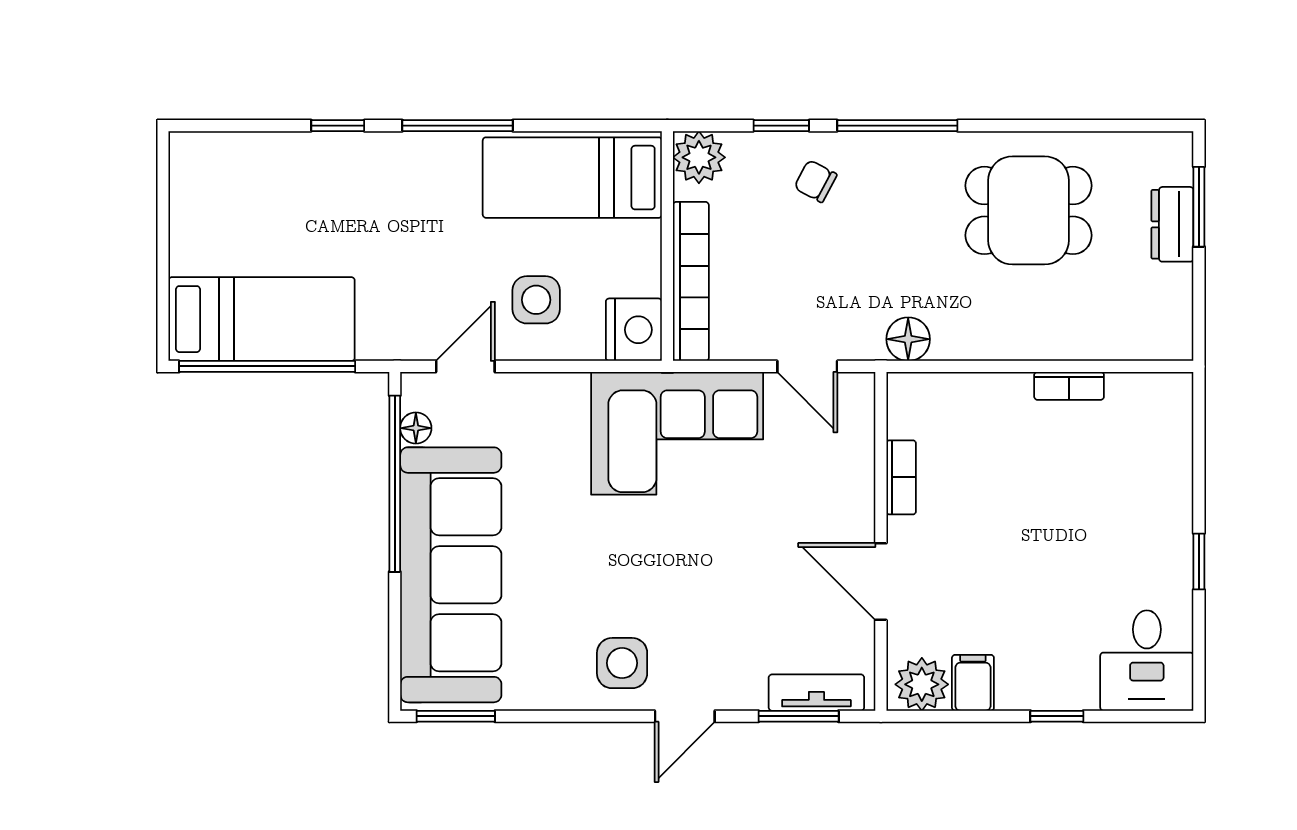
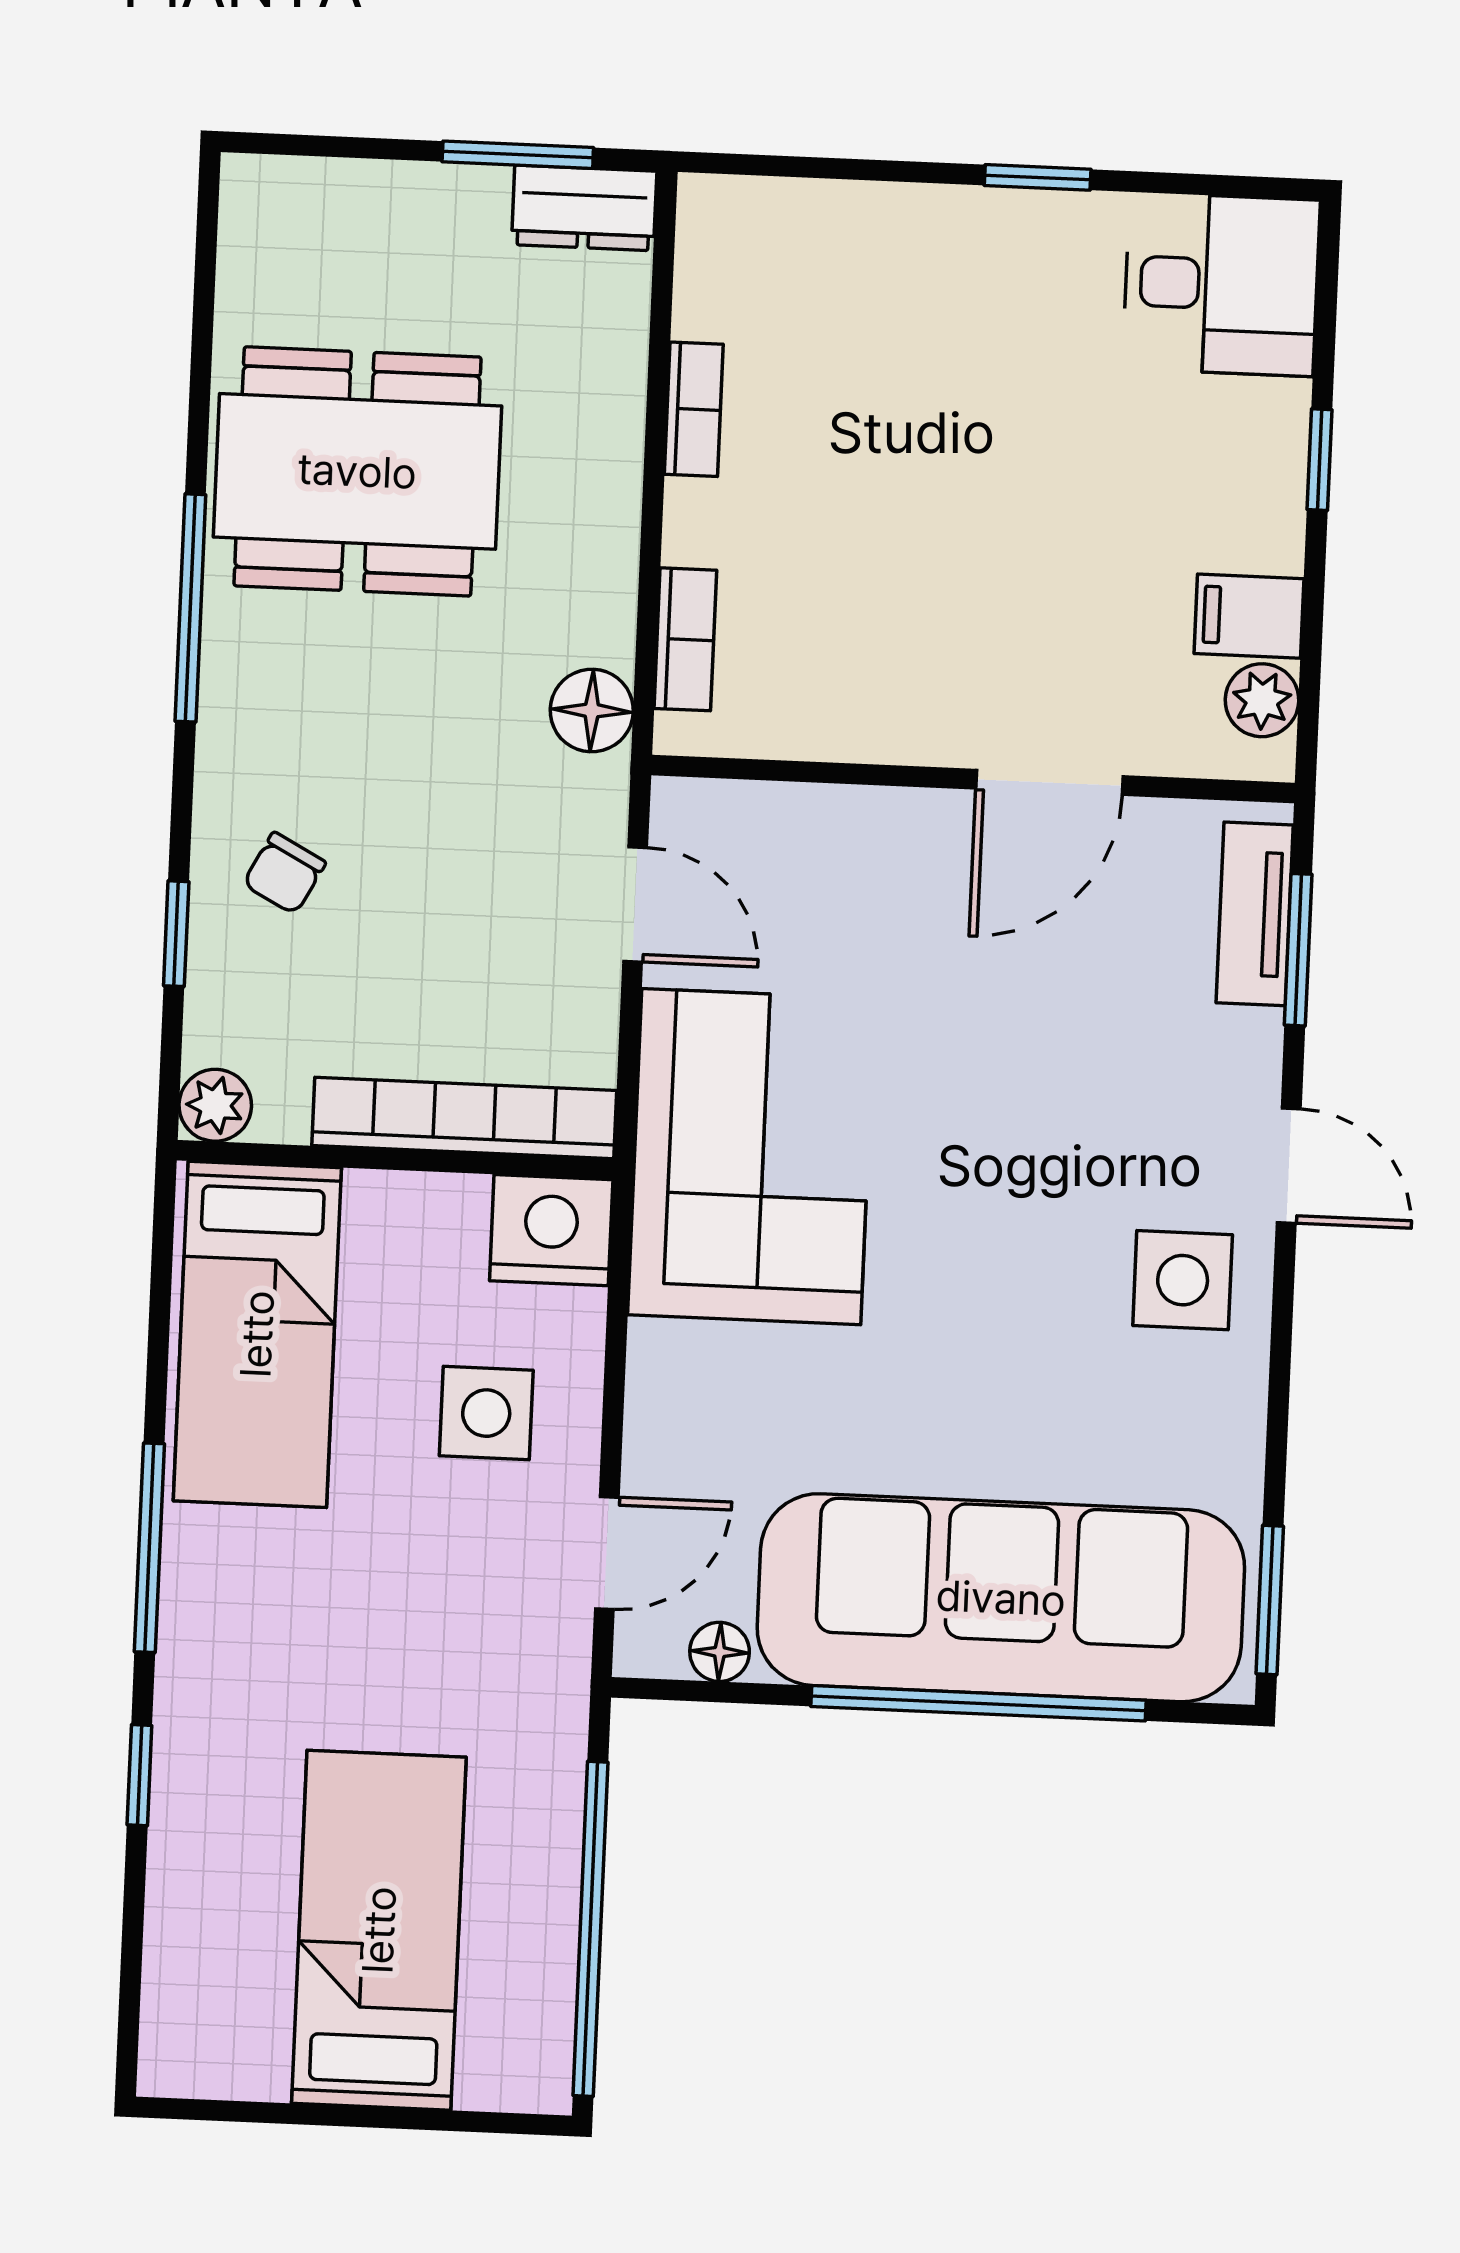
window: (897, 126) -> (190, 608), moved
plant: (699, 157) -> (215, 1105), width x0.73, depth x0.73
window: (1199, 207) -> (518, 155), moved
dining table: (1029, 210) -> (357, 471), width x1.38
dresser: (1172, 224) -> (584, 208), moved
bed: (262, 319) -> (379, 1930), moved
door: (465, 366) -> (607, 1553), swing flipped
door: (807, 366) -> (635, 904), hinge flipped
bookcase: (901, 477) -> (685, 639), moved, turned 90
window: (395, 484) -> (979, 1703), moved
plant: (922, 684) -> (1262, 700), width x0.73, depth x0.73

